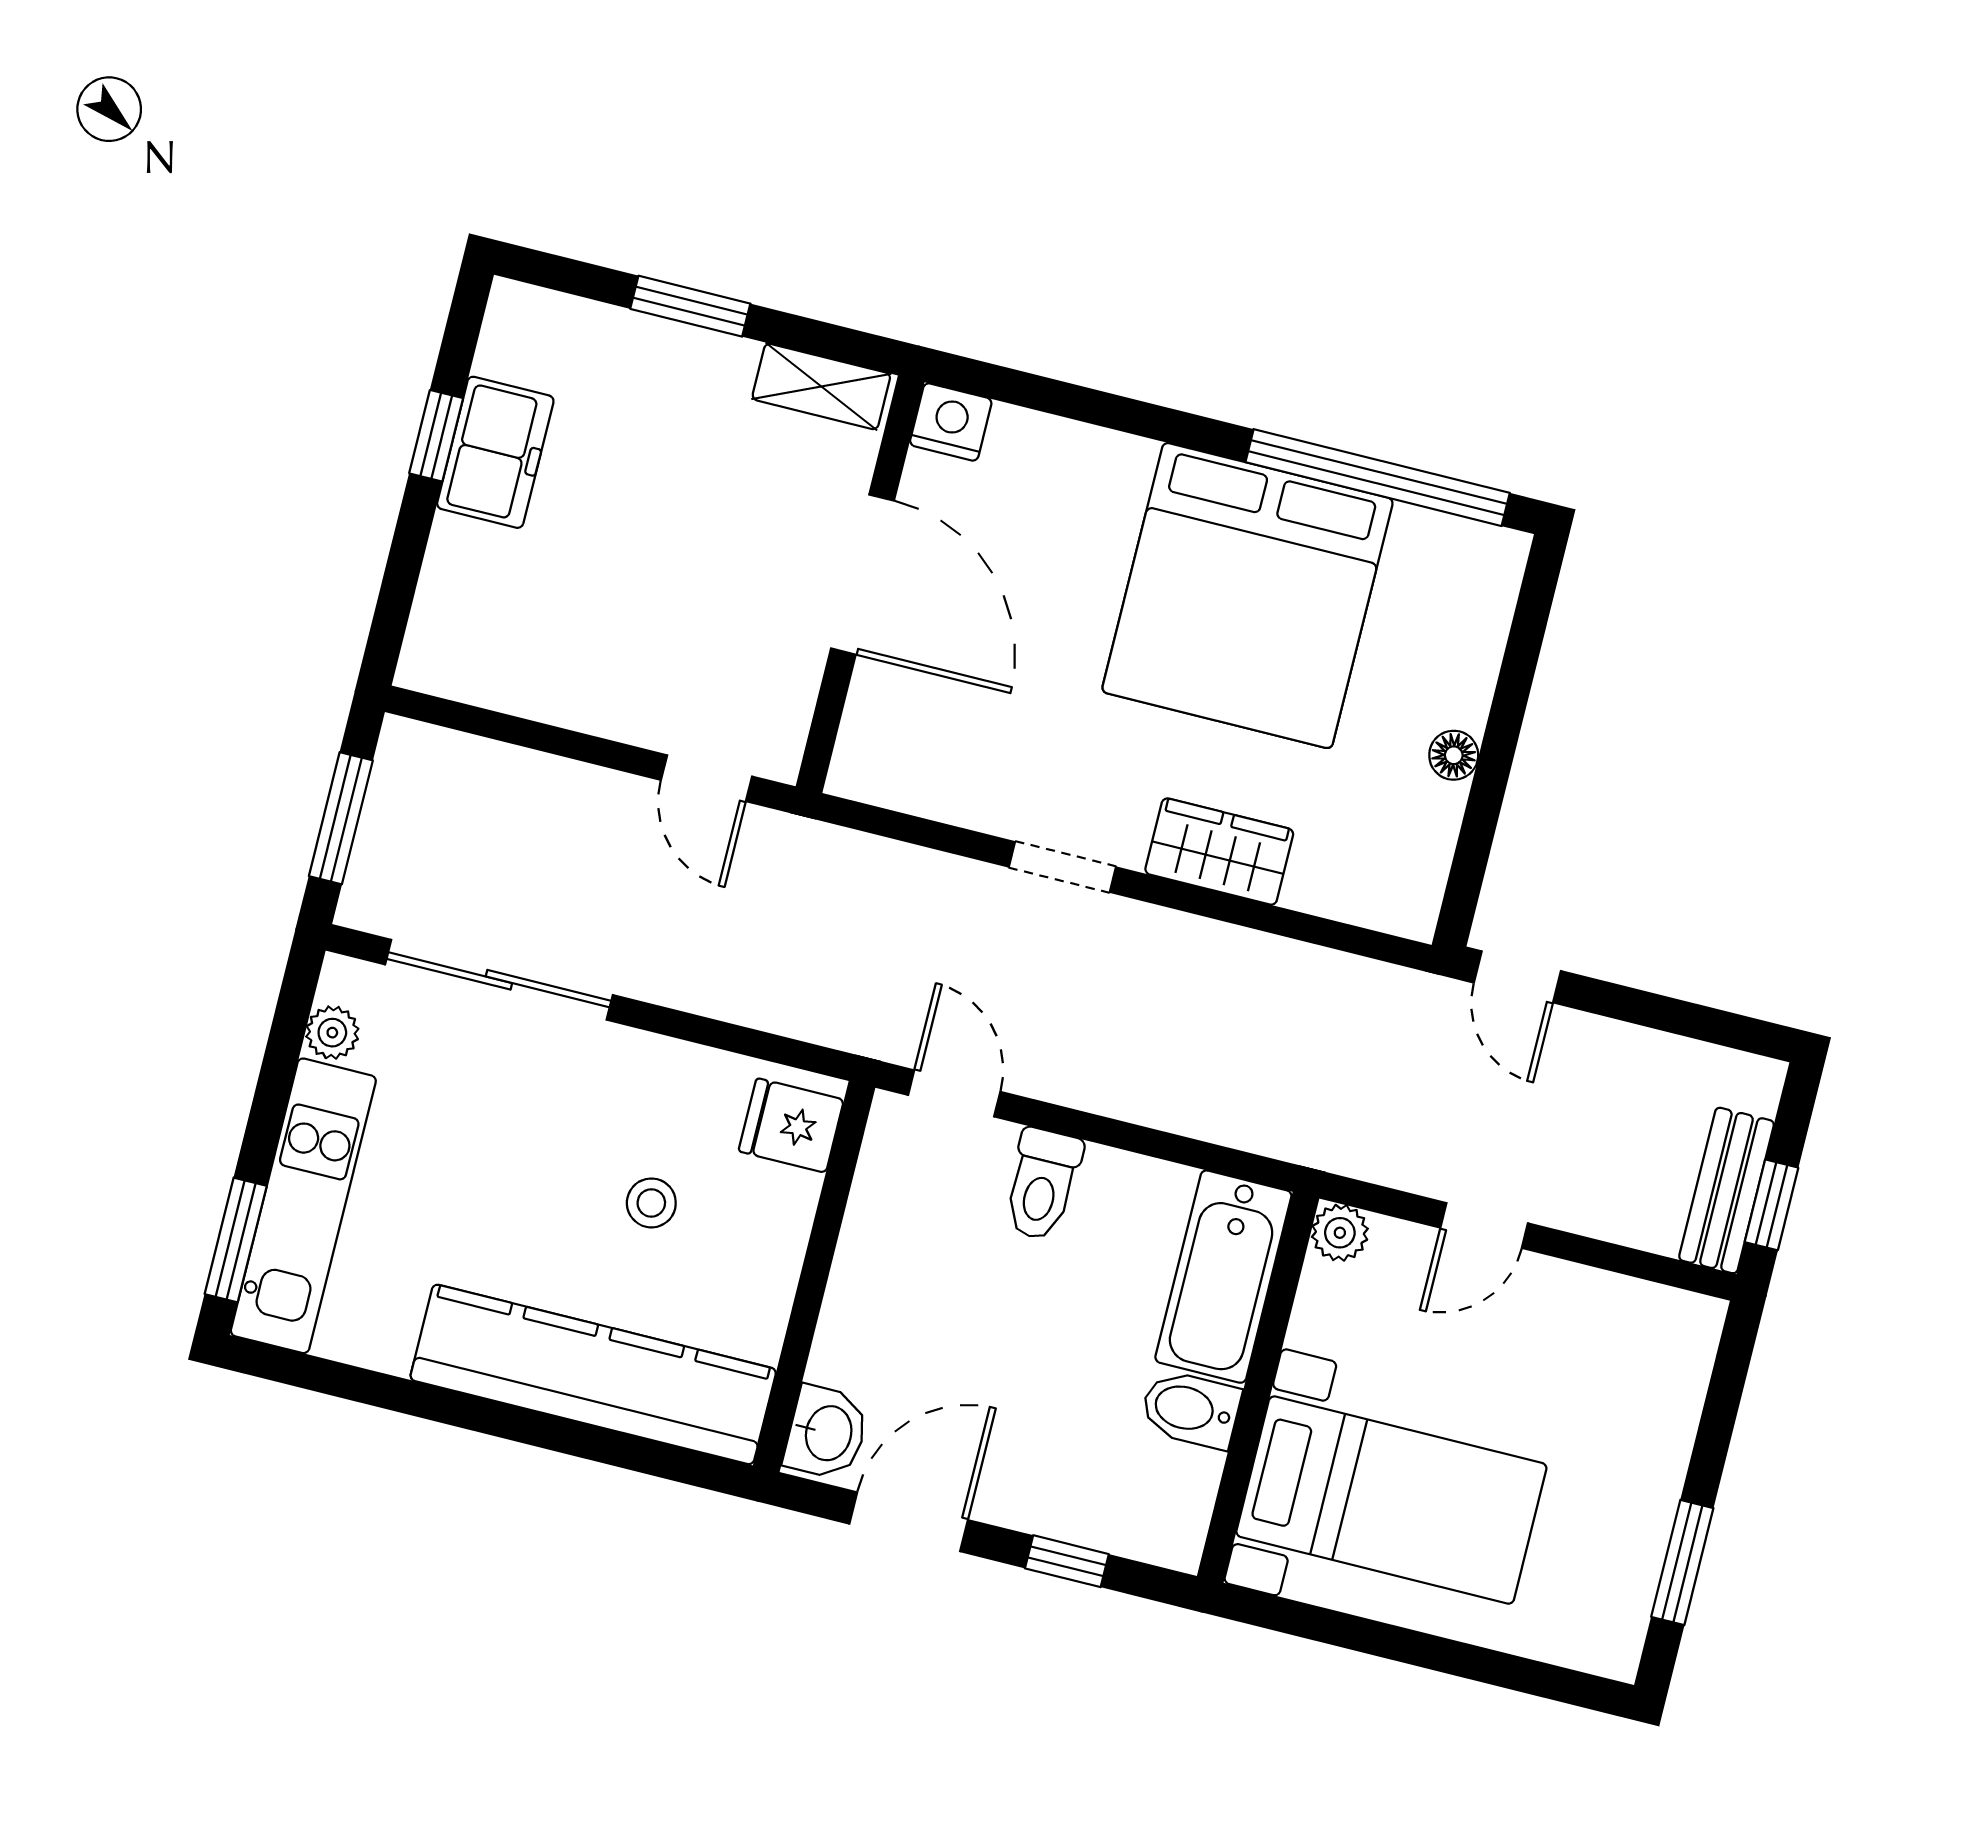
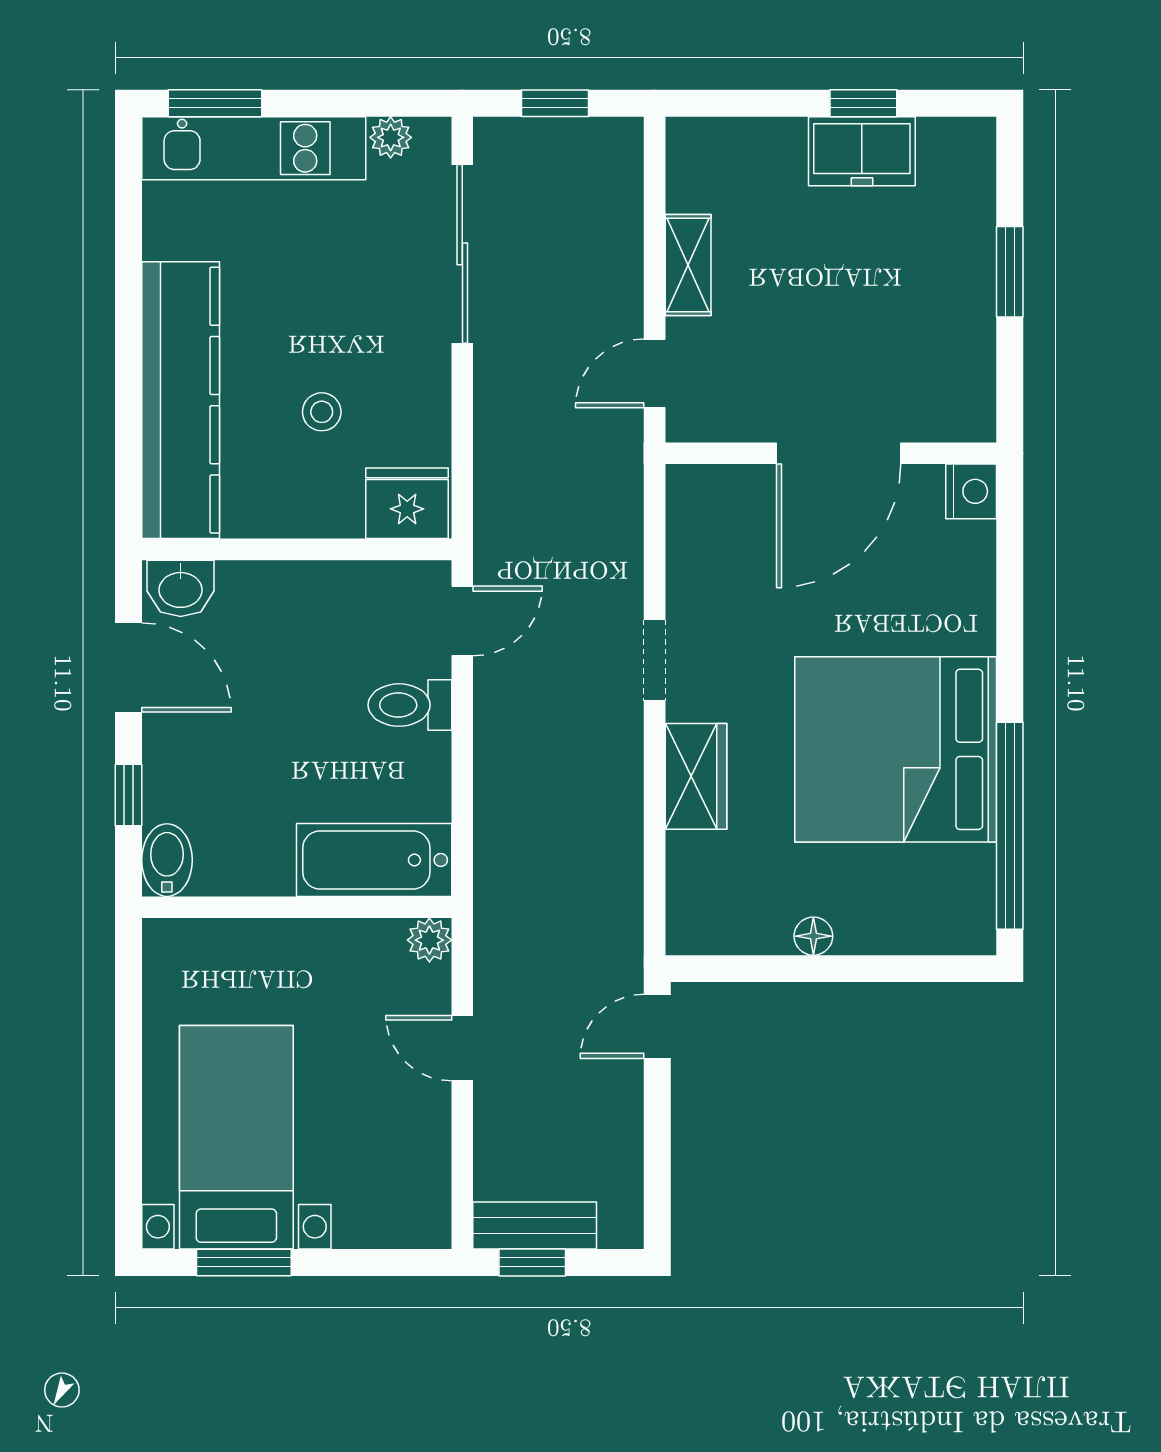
shelving: (821, 386) -> (688, 265), moved
window: (341, 818) -> (555, 103), width x0.67
fridge: (791, 1125) -> (407, 503), width x1.38
bidet: (1191, 1409) -> (167, 860), moved
bed with nightstands: (1391, 1500) -> (236, 1137), moved, turned 180

